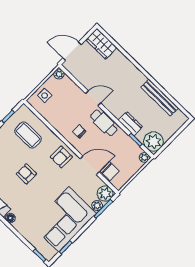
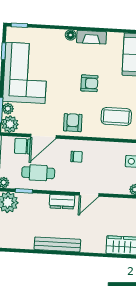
bench: (160, 98) -> (57, 244), moved
cafe table: (104, 123) -> (38, 173), moved
dresser: (130, 124) -> (62, 202), moved

